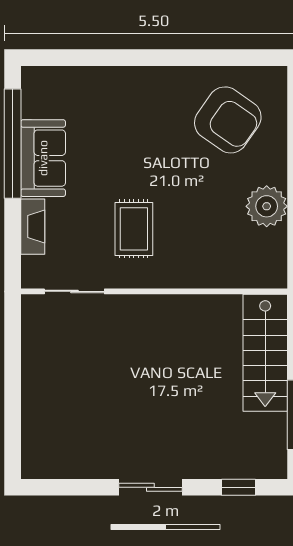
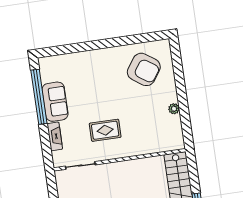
plant: (267, 206) -> (174, 109), width x0.53, depth x0.53
rug: (134, 229) -> (105, 130), turned 90

